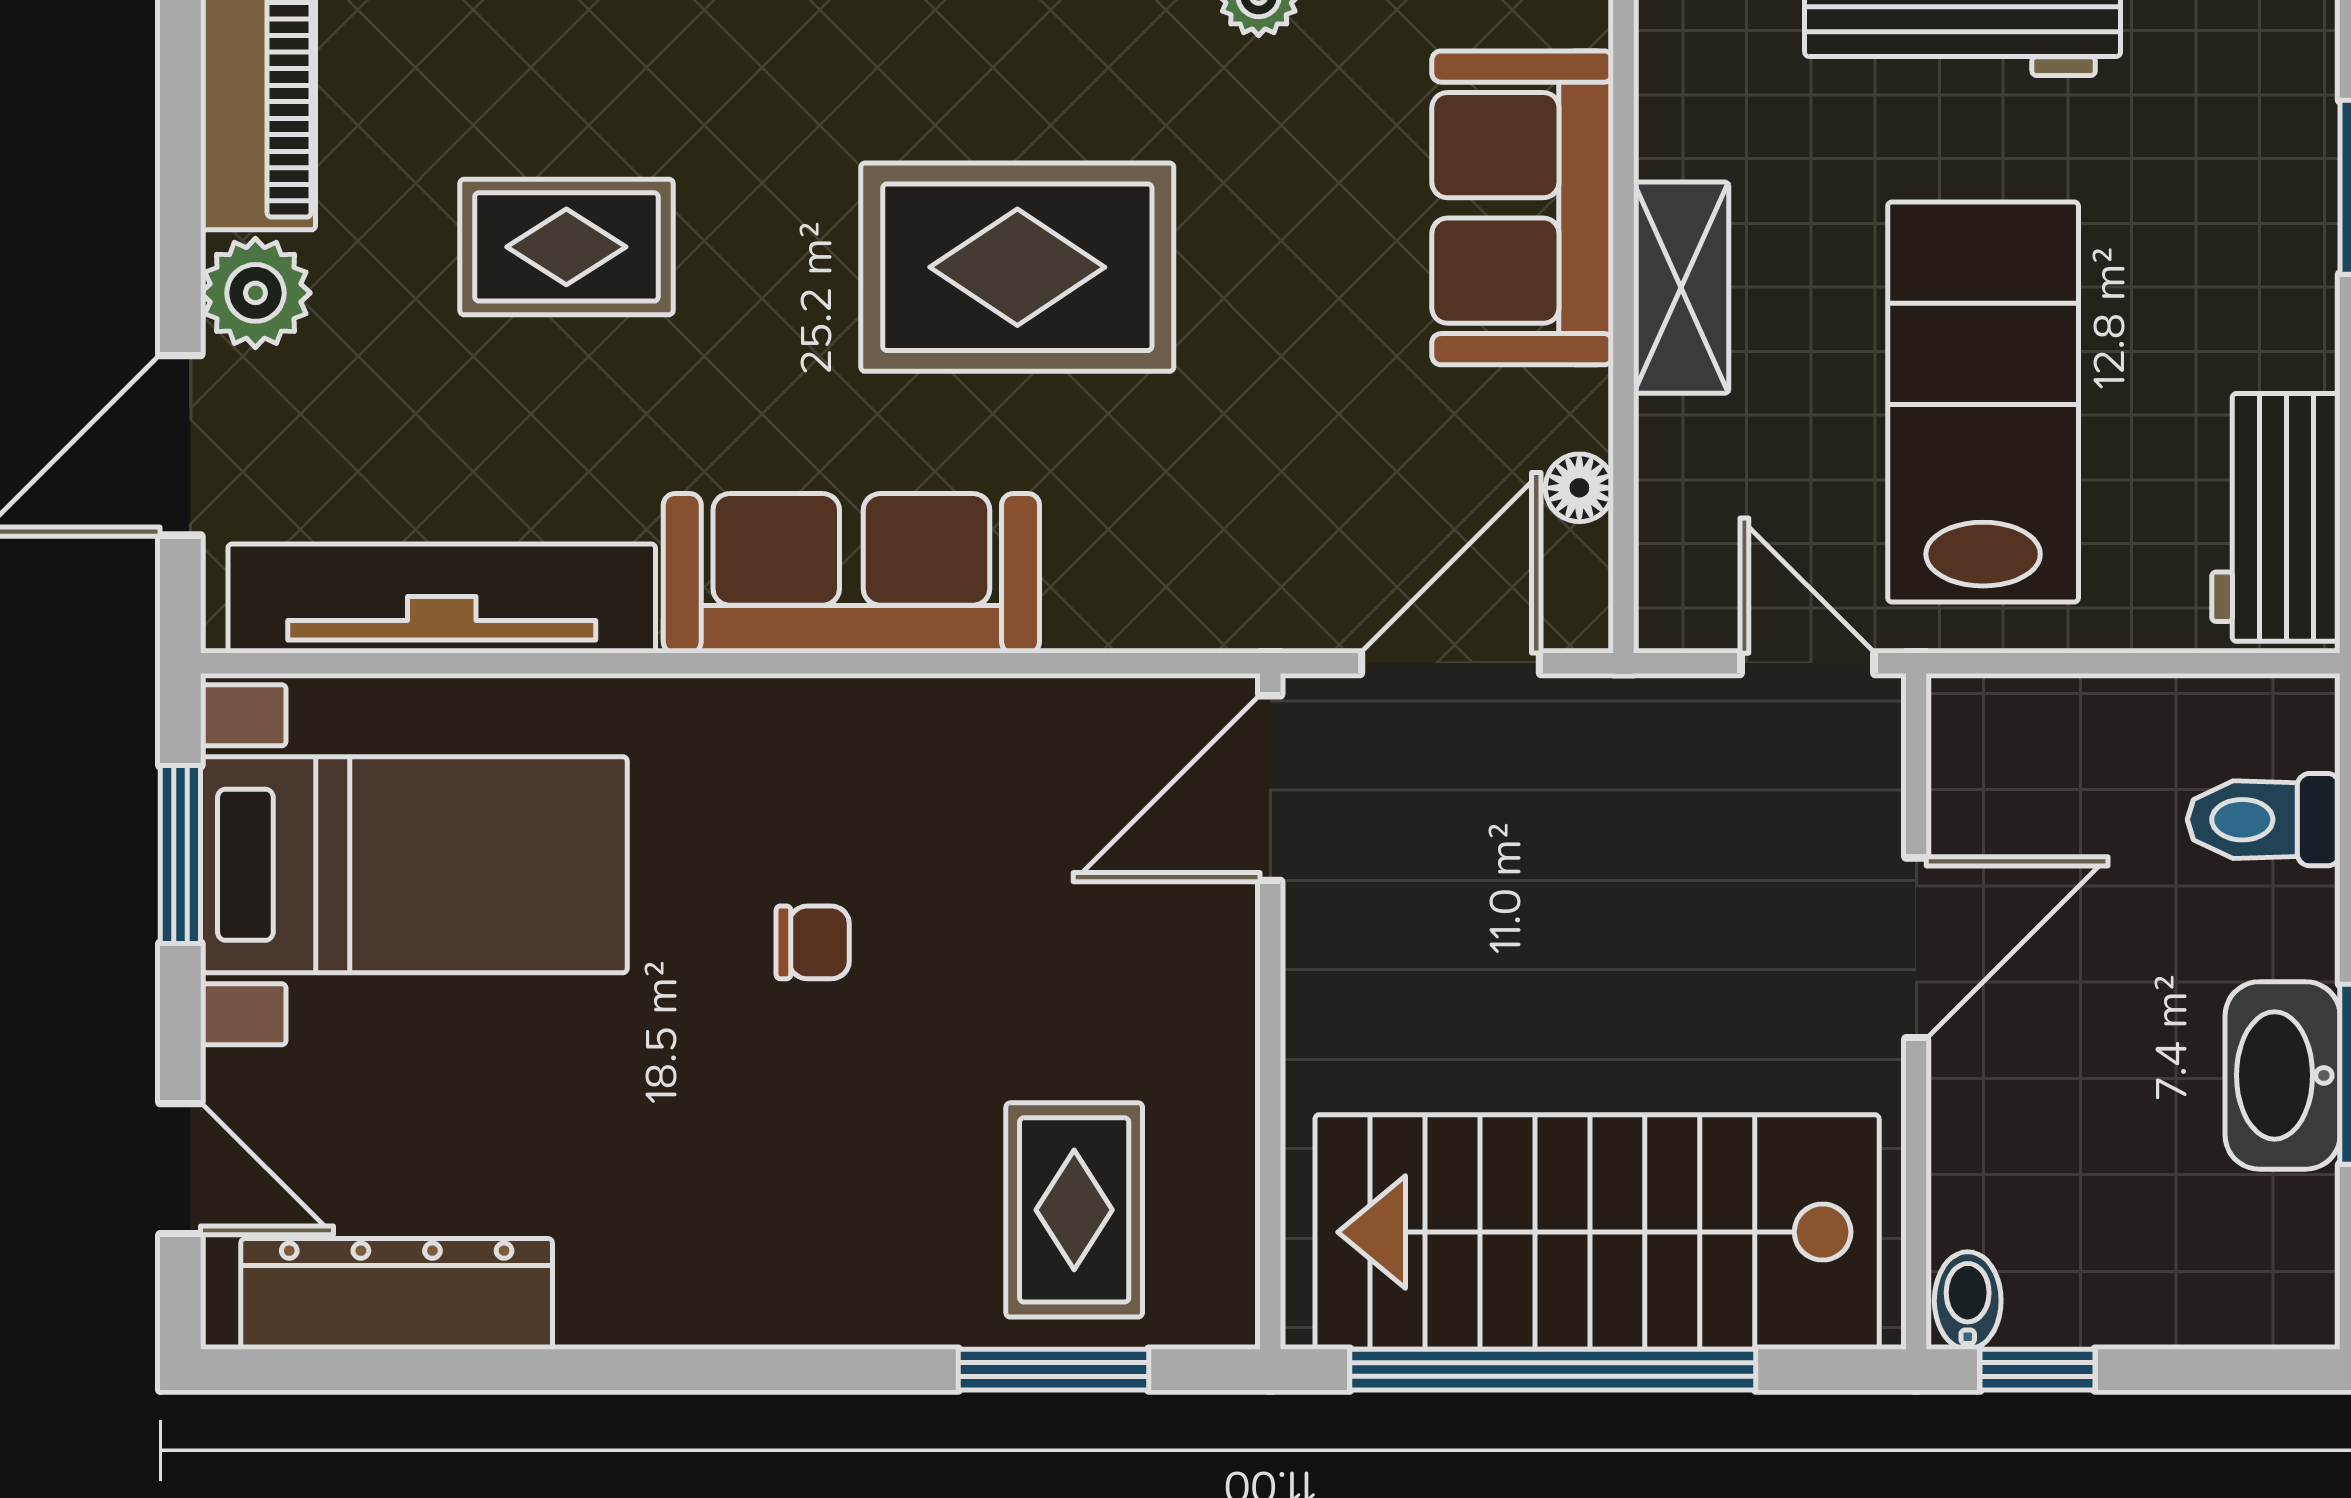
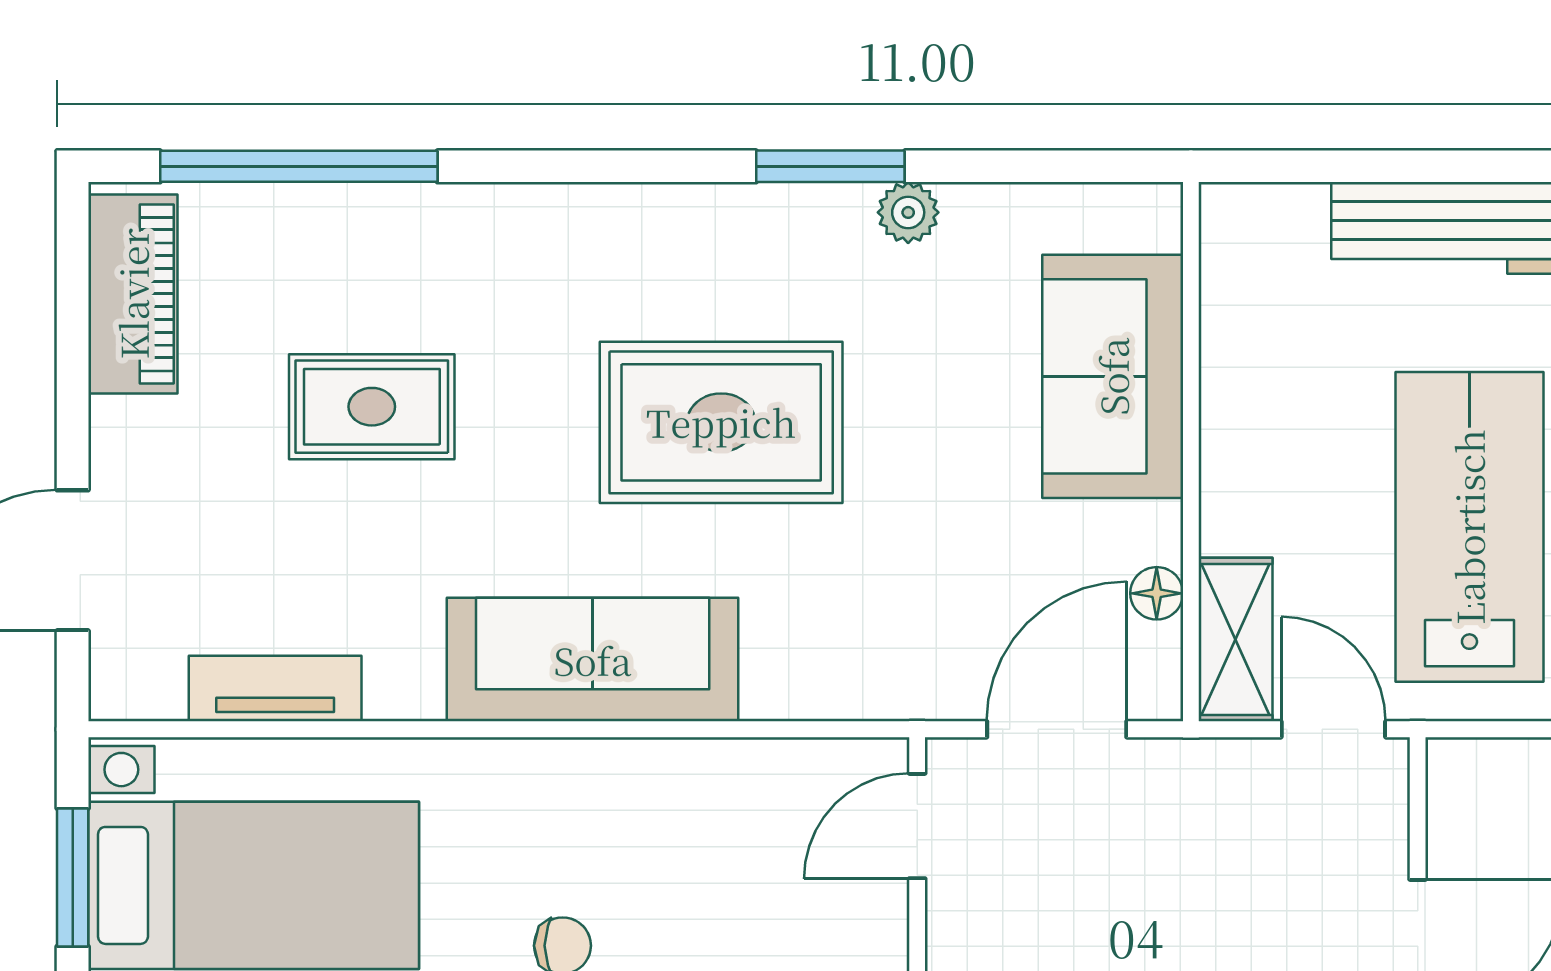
shelving: (1681, 288) -> (1236, 640), moved
plant: (255, 293) -> (131, 442), removed
tv unit: (442, 599) -> (275, 689), width x0.52, depth x0.78
door: (1270, 788) -> (917, 826), width x0.73

